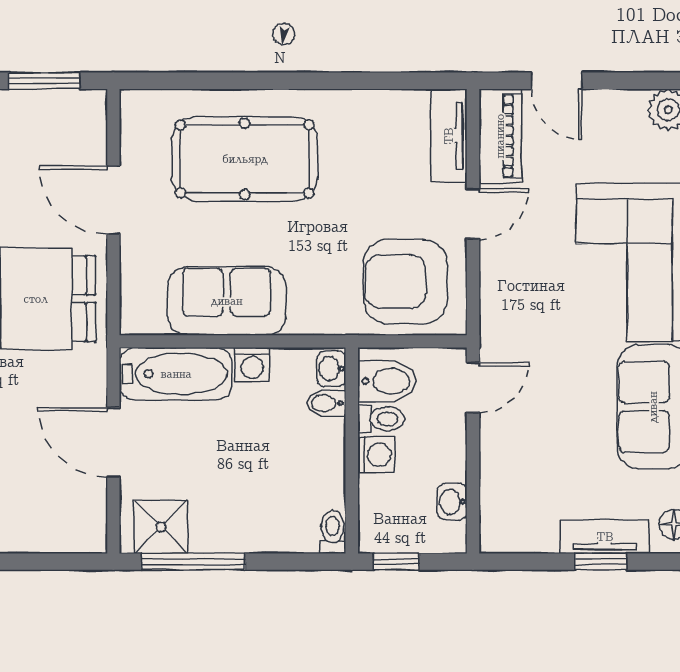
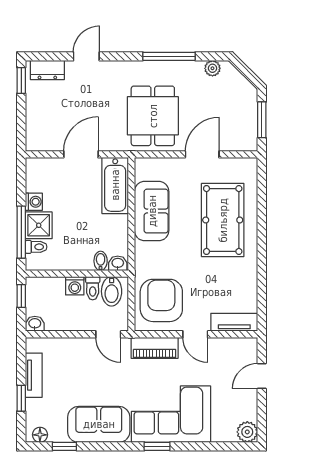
piano: (500, 136) -> (155, 348), moved
washing machine: (252, 365) -> (34, 202), moved, turned 180
washbasin: (452, 502) -> (35, 324), moved
shower: (161, 527) -> (39, 225), moved
toilet: (332, 532) -> (36, 247), moved
tv unit: (605, 537) -> (34, 375), moved
window: (193, 562) -> (21, 232), moved

